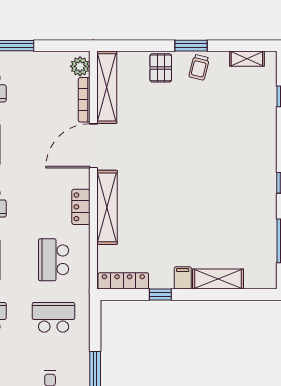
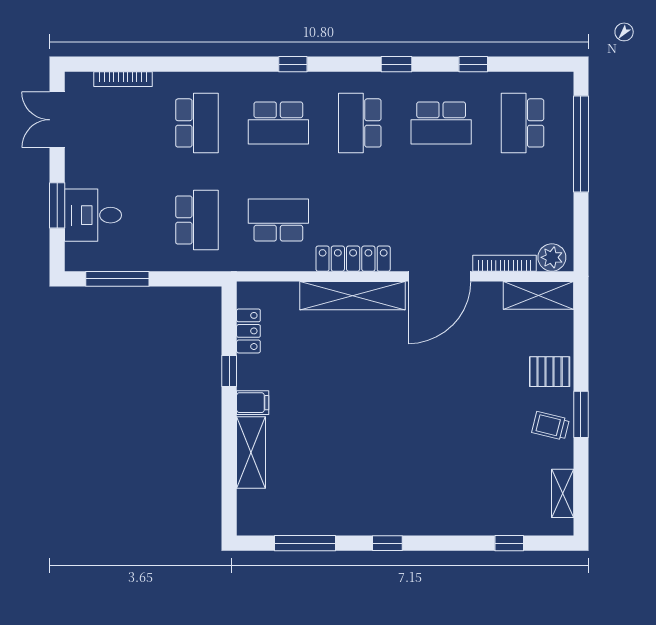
shelving: (107, 87) -> (538, 295), width x0.68
door: (93, 146) -> (439, 276), swing flipped
locker: (81, 207) -> (353, 259), width x1.53
locker: (123, 281) -> (248, 331), width x0.66

